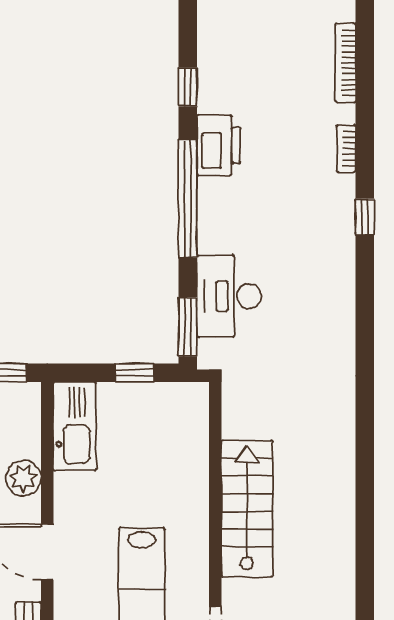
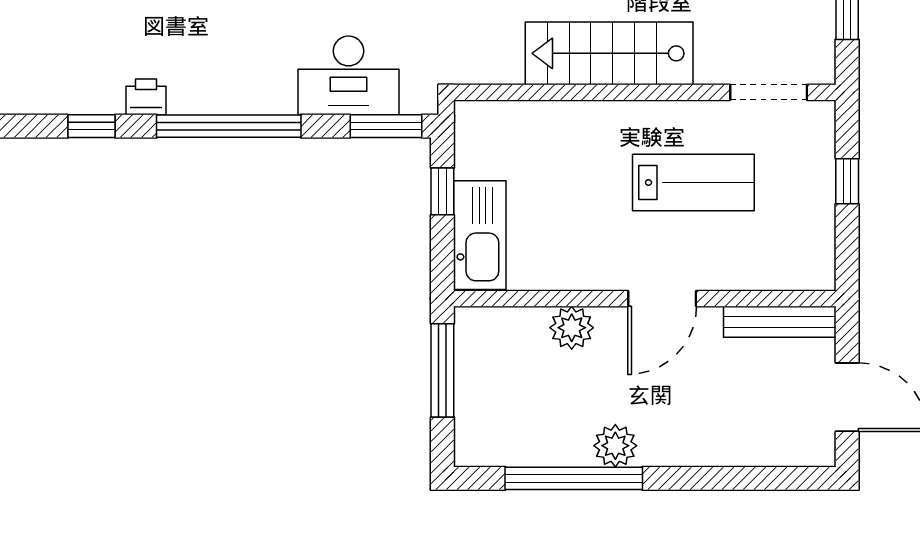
printer: (219, 145) -> (146, 97), width x0.53, depth x0.68
kitchen sink: (75, 426) -> (480, 235), moved, turned 90

